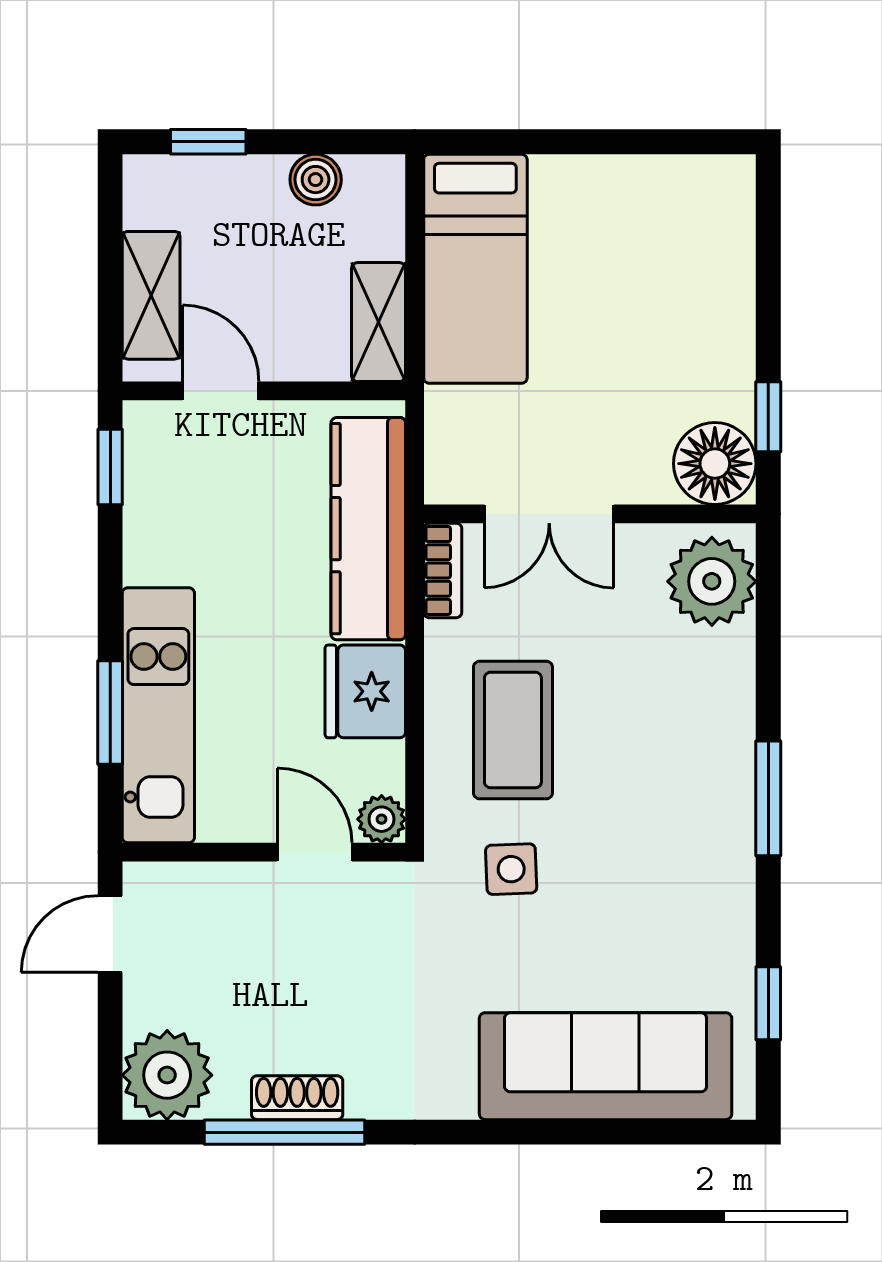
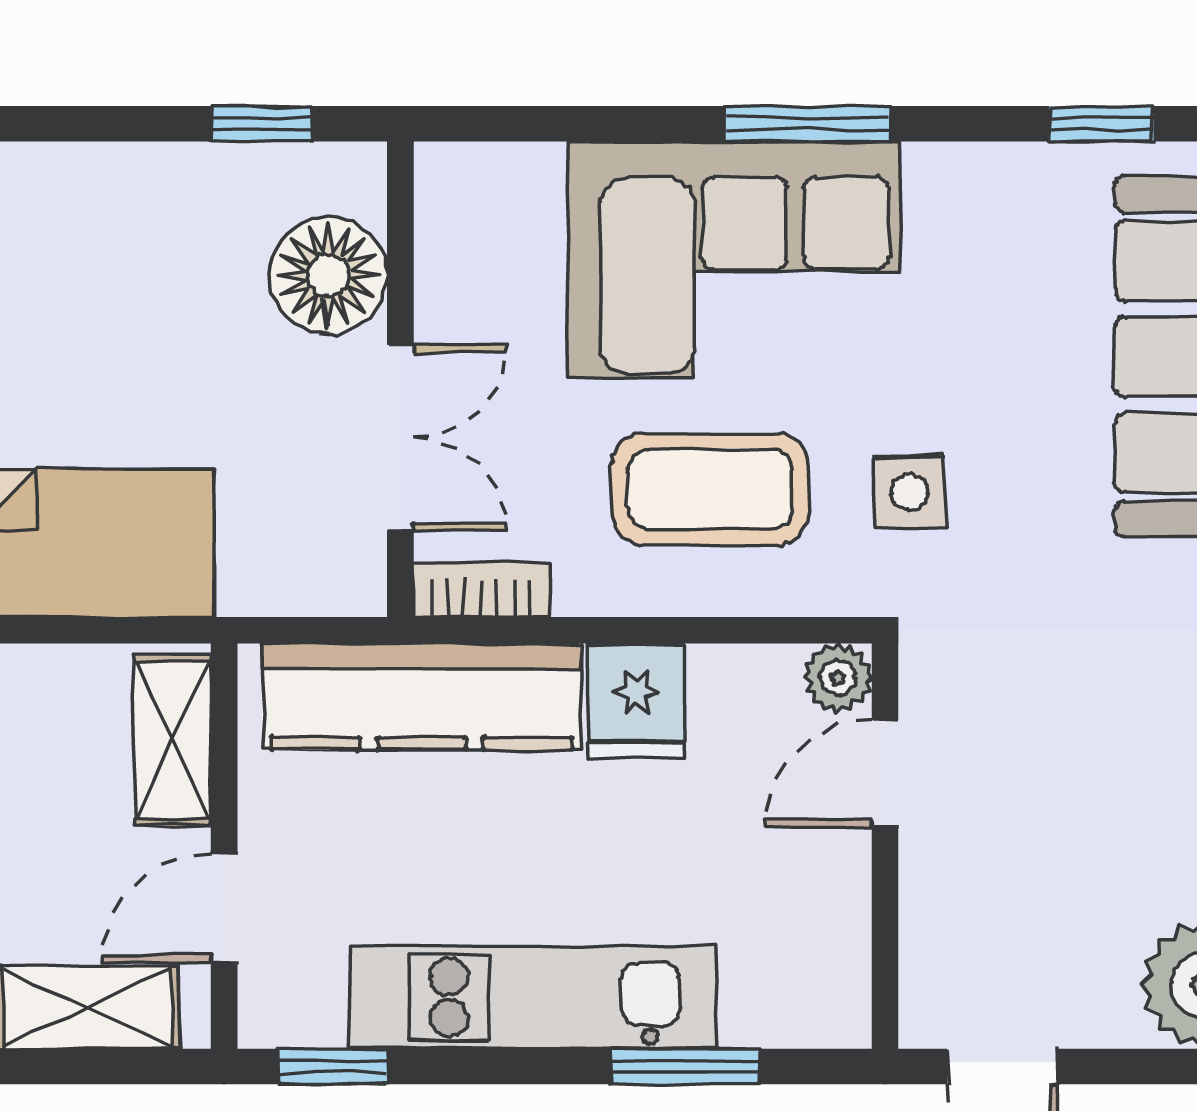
shelving: (379, 322) -> (173, 740), moved, turned 90
floor lamp: (715, 464) -> (328, 275), moved
plant: (712, 581) -> (497, 205), removed
fridge: (365, 691) -> (636, 701), width x0.72
kitchen unit: (158, 715) -> (533, 997), moved
corner sofa: (673, 747) -> (734, 260), added

